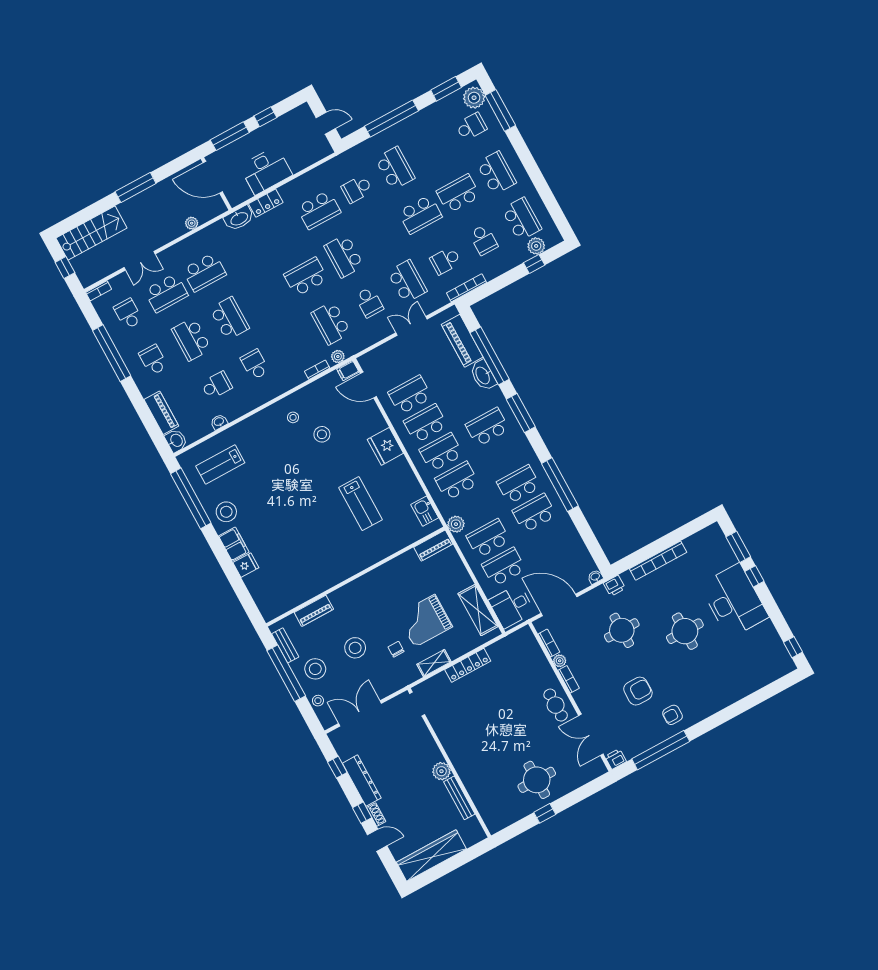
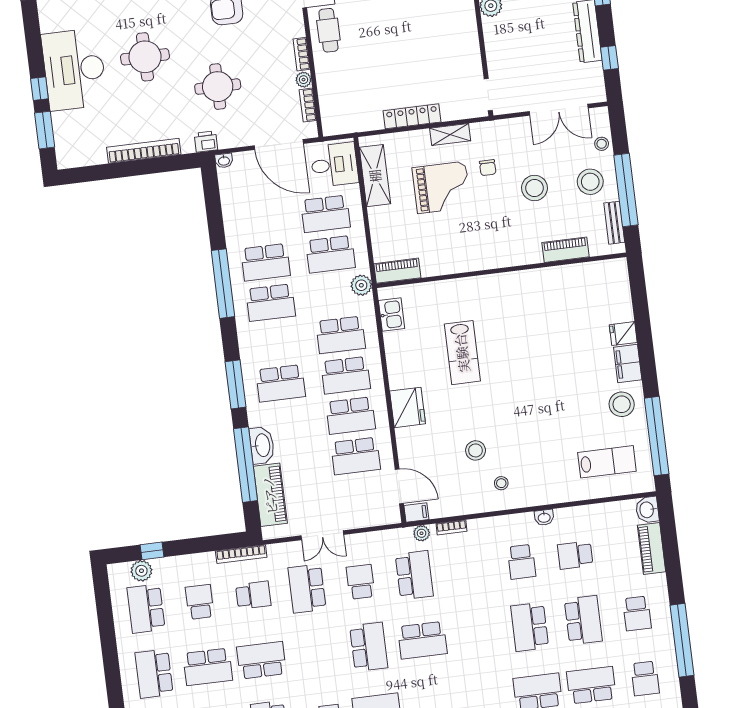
washbasin: (219, 422) -> (544, 517), moved
lab bench: (361, 504) -> (462, 353), turned 180

